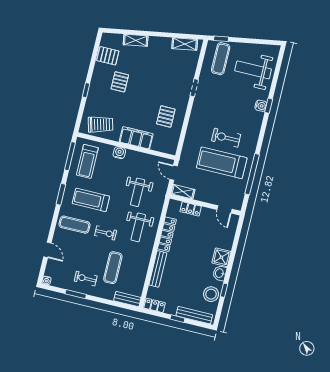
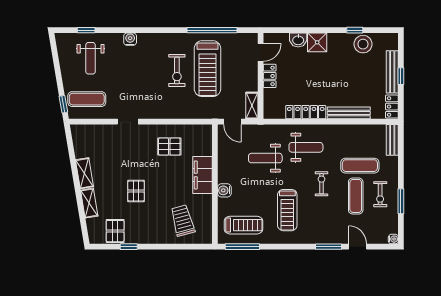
shelving: (185, 44) -> (84, 173), moved
weight bench: (253, 70) -> (91, 58), width x0.73, depth x0.75
pallet: (120, 82) -> (136, 191), moved, turned 90
window: (86, 90) -> (129, 247), moved
window: (269, 106) -> (86, 30), moved
trolley: (101, 124) -> (183, 221), moved
door: (174, 173) -> (232, 122), hinge flipped
weight bench: (138, 192) -> (265, 158), turned 180
window: (61, 194) -> (328, 247), moved
locker: (191, 209) -> (270, 76), moved
exercise mat: (74, 225) -> (356, 196), moved
door: (47, 250) -> (358, 247), hinge flipped
washbasin: (220, 273) -> (298, 40), moved
bench: (194, 315) -> (392, 72), moved

